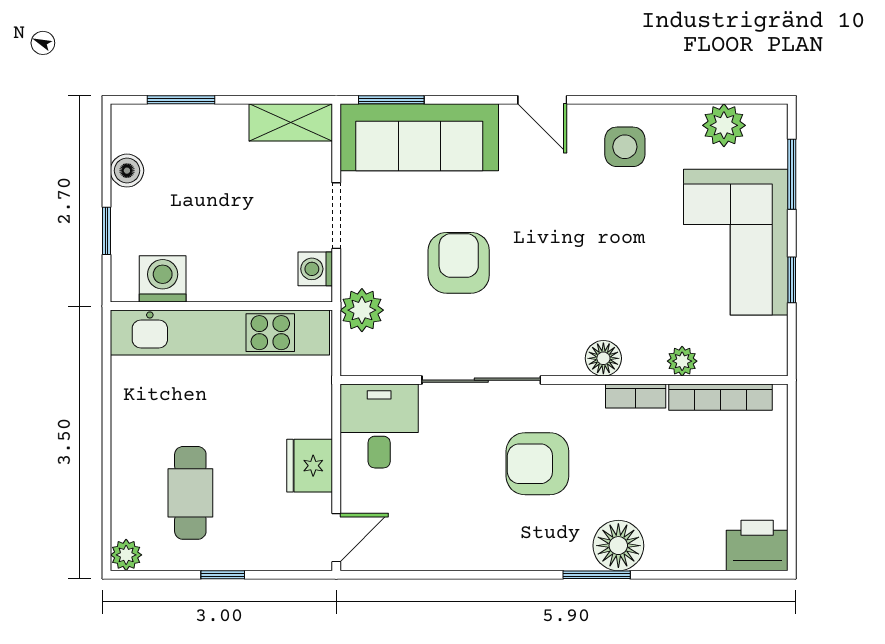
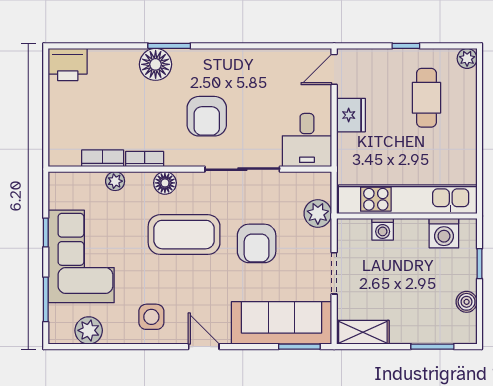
washing machine: (315, 269) -> (383, 229), moved, turned 90
coffee table: (573, 277) -> (184, 235), added
bookcase: (720, 397) -> (103, 158), width x0.64
armchair: (537, 464) -> (207, 116), turned 90

